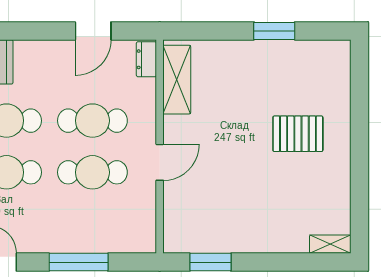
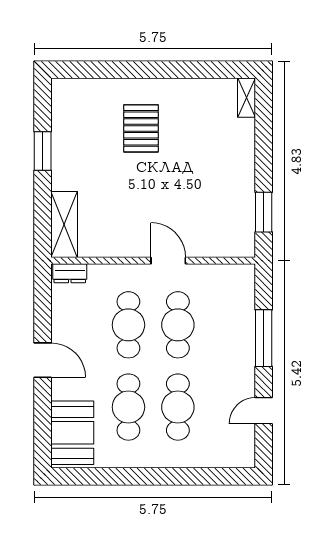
door: (93, 31) -> (43, 360), moved
shelving: (177, 80) -> (64, 224), moved, turned 90

